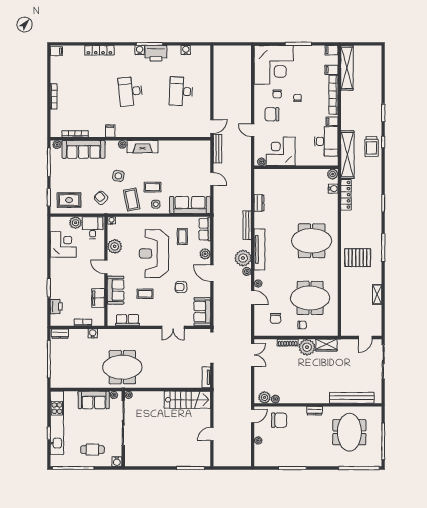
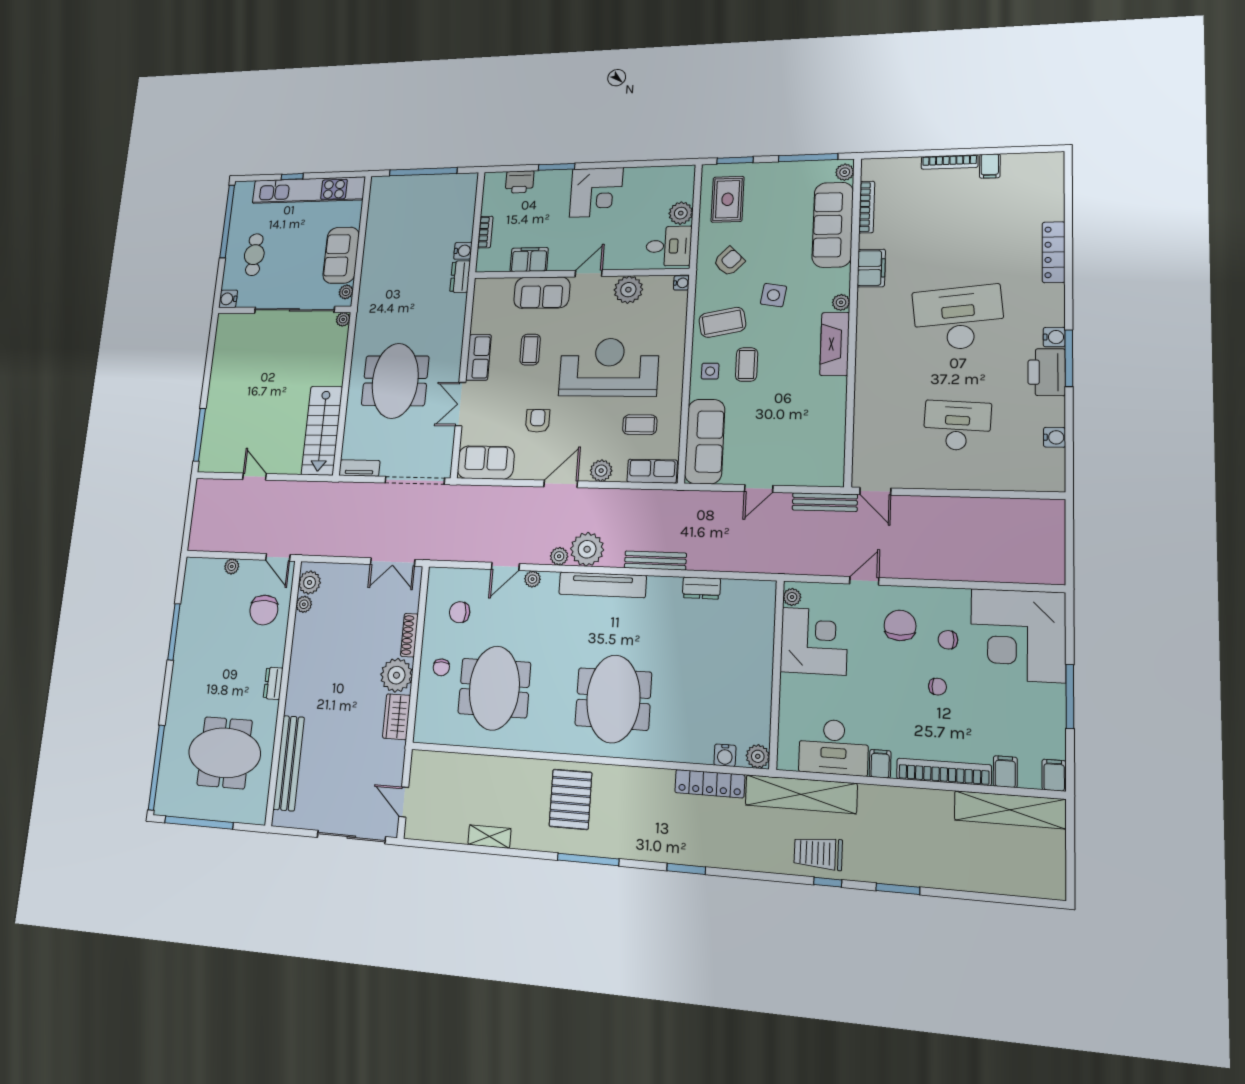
filing cabinet: (56, 51) -> (990, 166), moved
desk: (130, 91) -> (959, 318), width x1.36, depth x1.30
filing cabinet: (110, 131) -> (871, 268), width x2.00
corner desk: (63, 244) -> (596, 192), moved
row of seats: (127, 320) -> (478, 357), moved
dresser: (60, 334) -> (460, 277), moved
meeting table: (122, 367) -> (395, 381), moved

